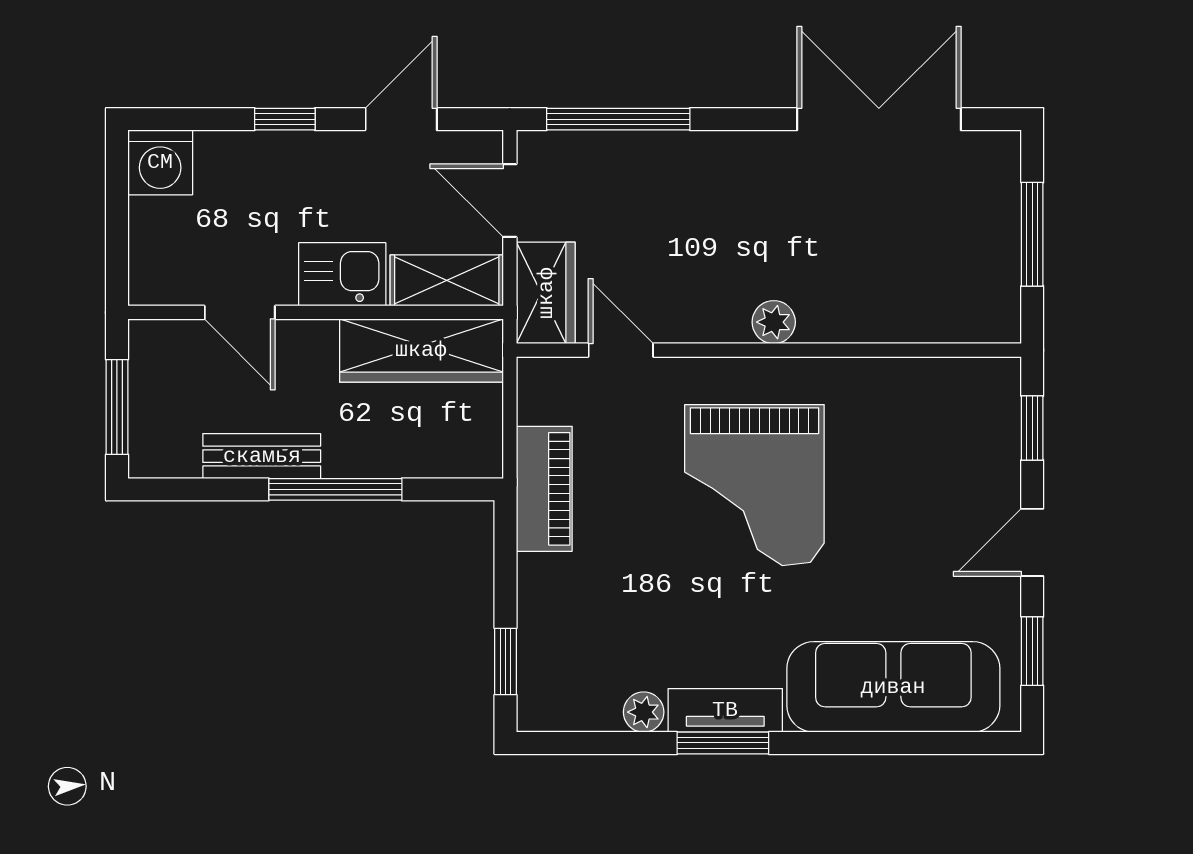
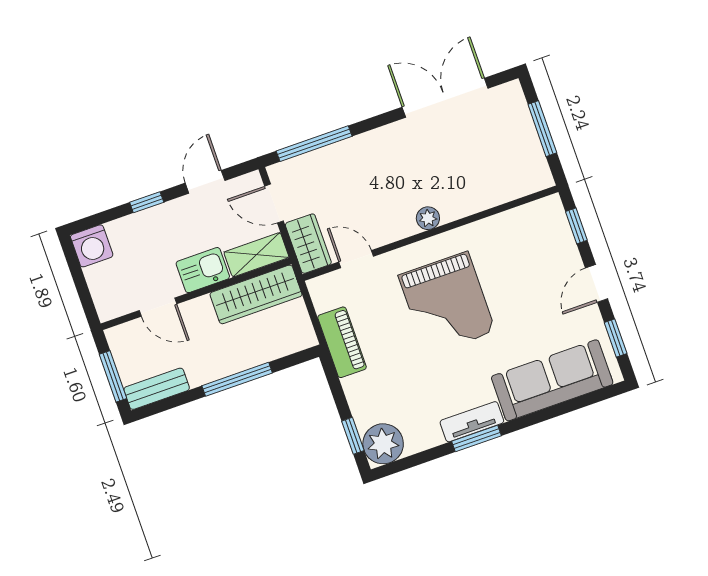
bench: (262, 456) -> (157, 389), moved
plant: (644, 712) -> (383, 444), moved, width x1.88, depth x1.88

